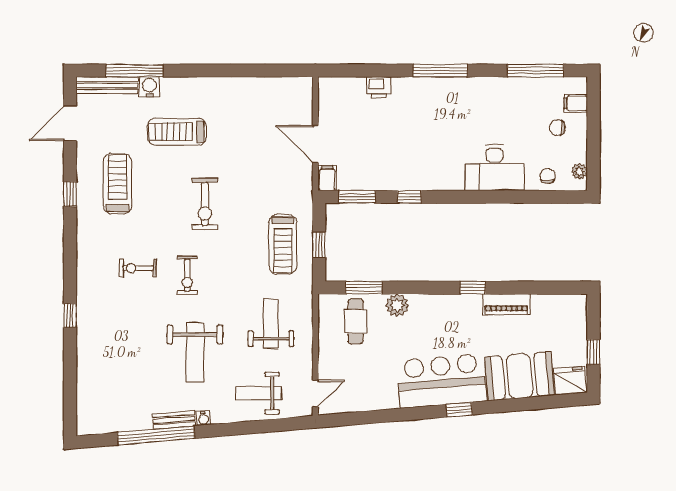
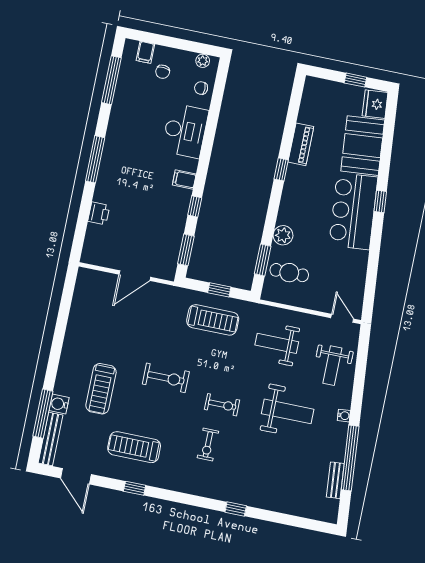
filing cabinet: (327, 178) -> (184, 179), moved
bench: (174, 420) -> (335, 480), moved

